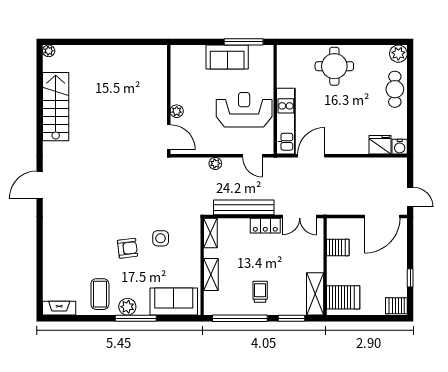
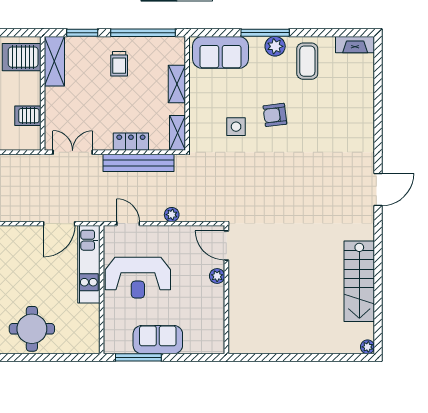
locker: (265, 226) -> (131, 142), moved

